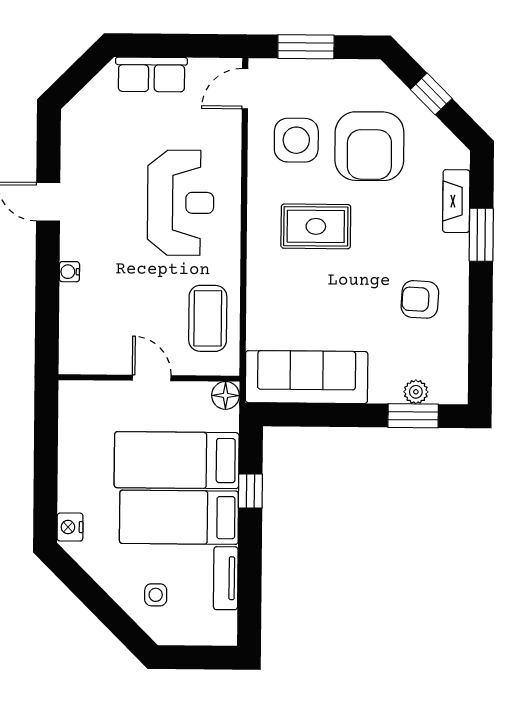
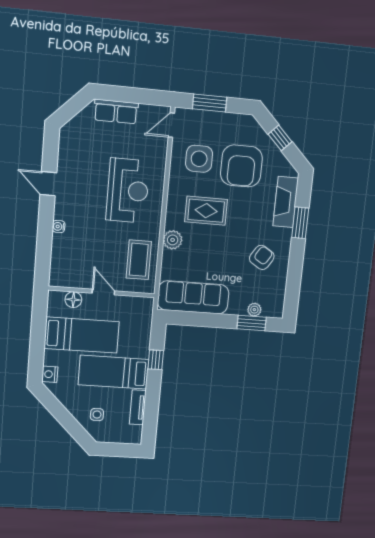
fireplace: (456, 201) -> (286, 202), width x1.37, depth x1.32
plant: (263, 280) -> (173, 240), added
armchair: (420, 299) -> (262, 257), turned 119
floor lamp: (225, 395) -> (73, 300), moved
bed: (177, 460) -> (82, 335), moved, turned 180

